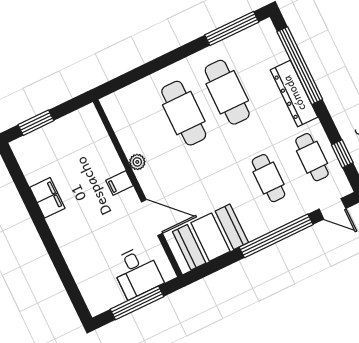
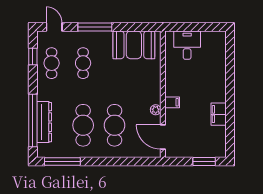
dresser: (294, 93) -> (44, 122), moved
door: (152, 218) -> (163, 137), moved
window: (276, 236) -> (95, 27), width x0.68
window: (137, 303) -> (196, 27), removed

